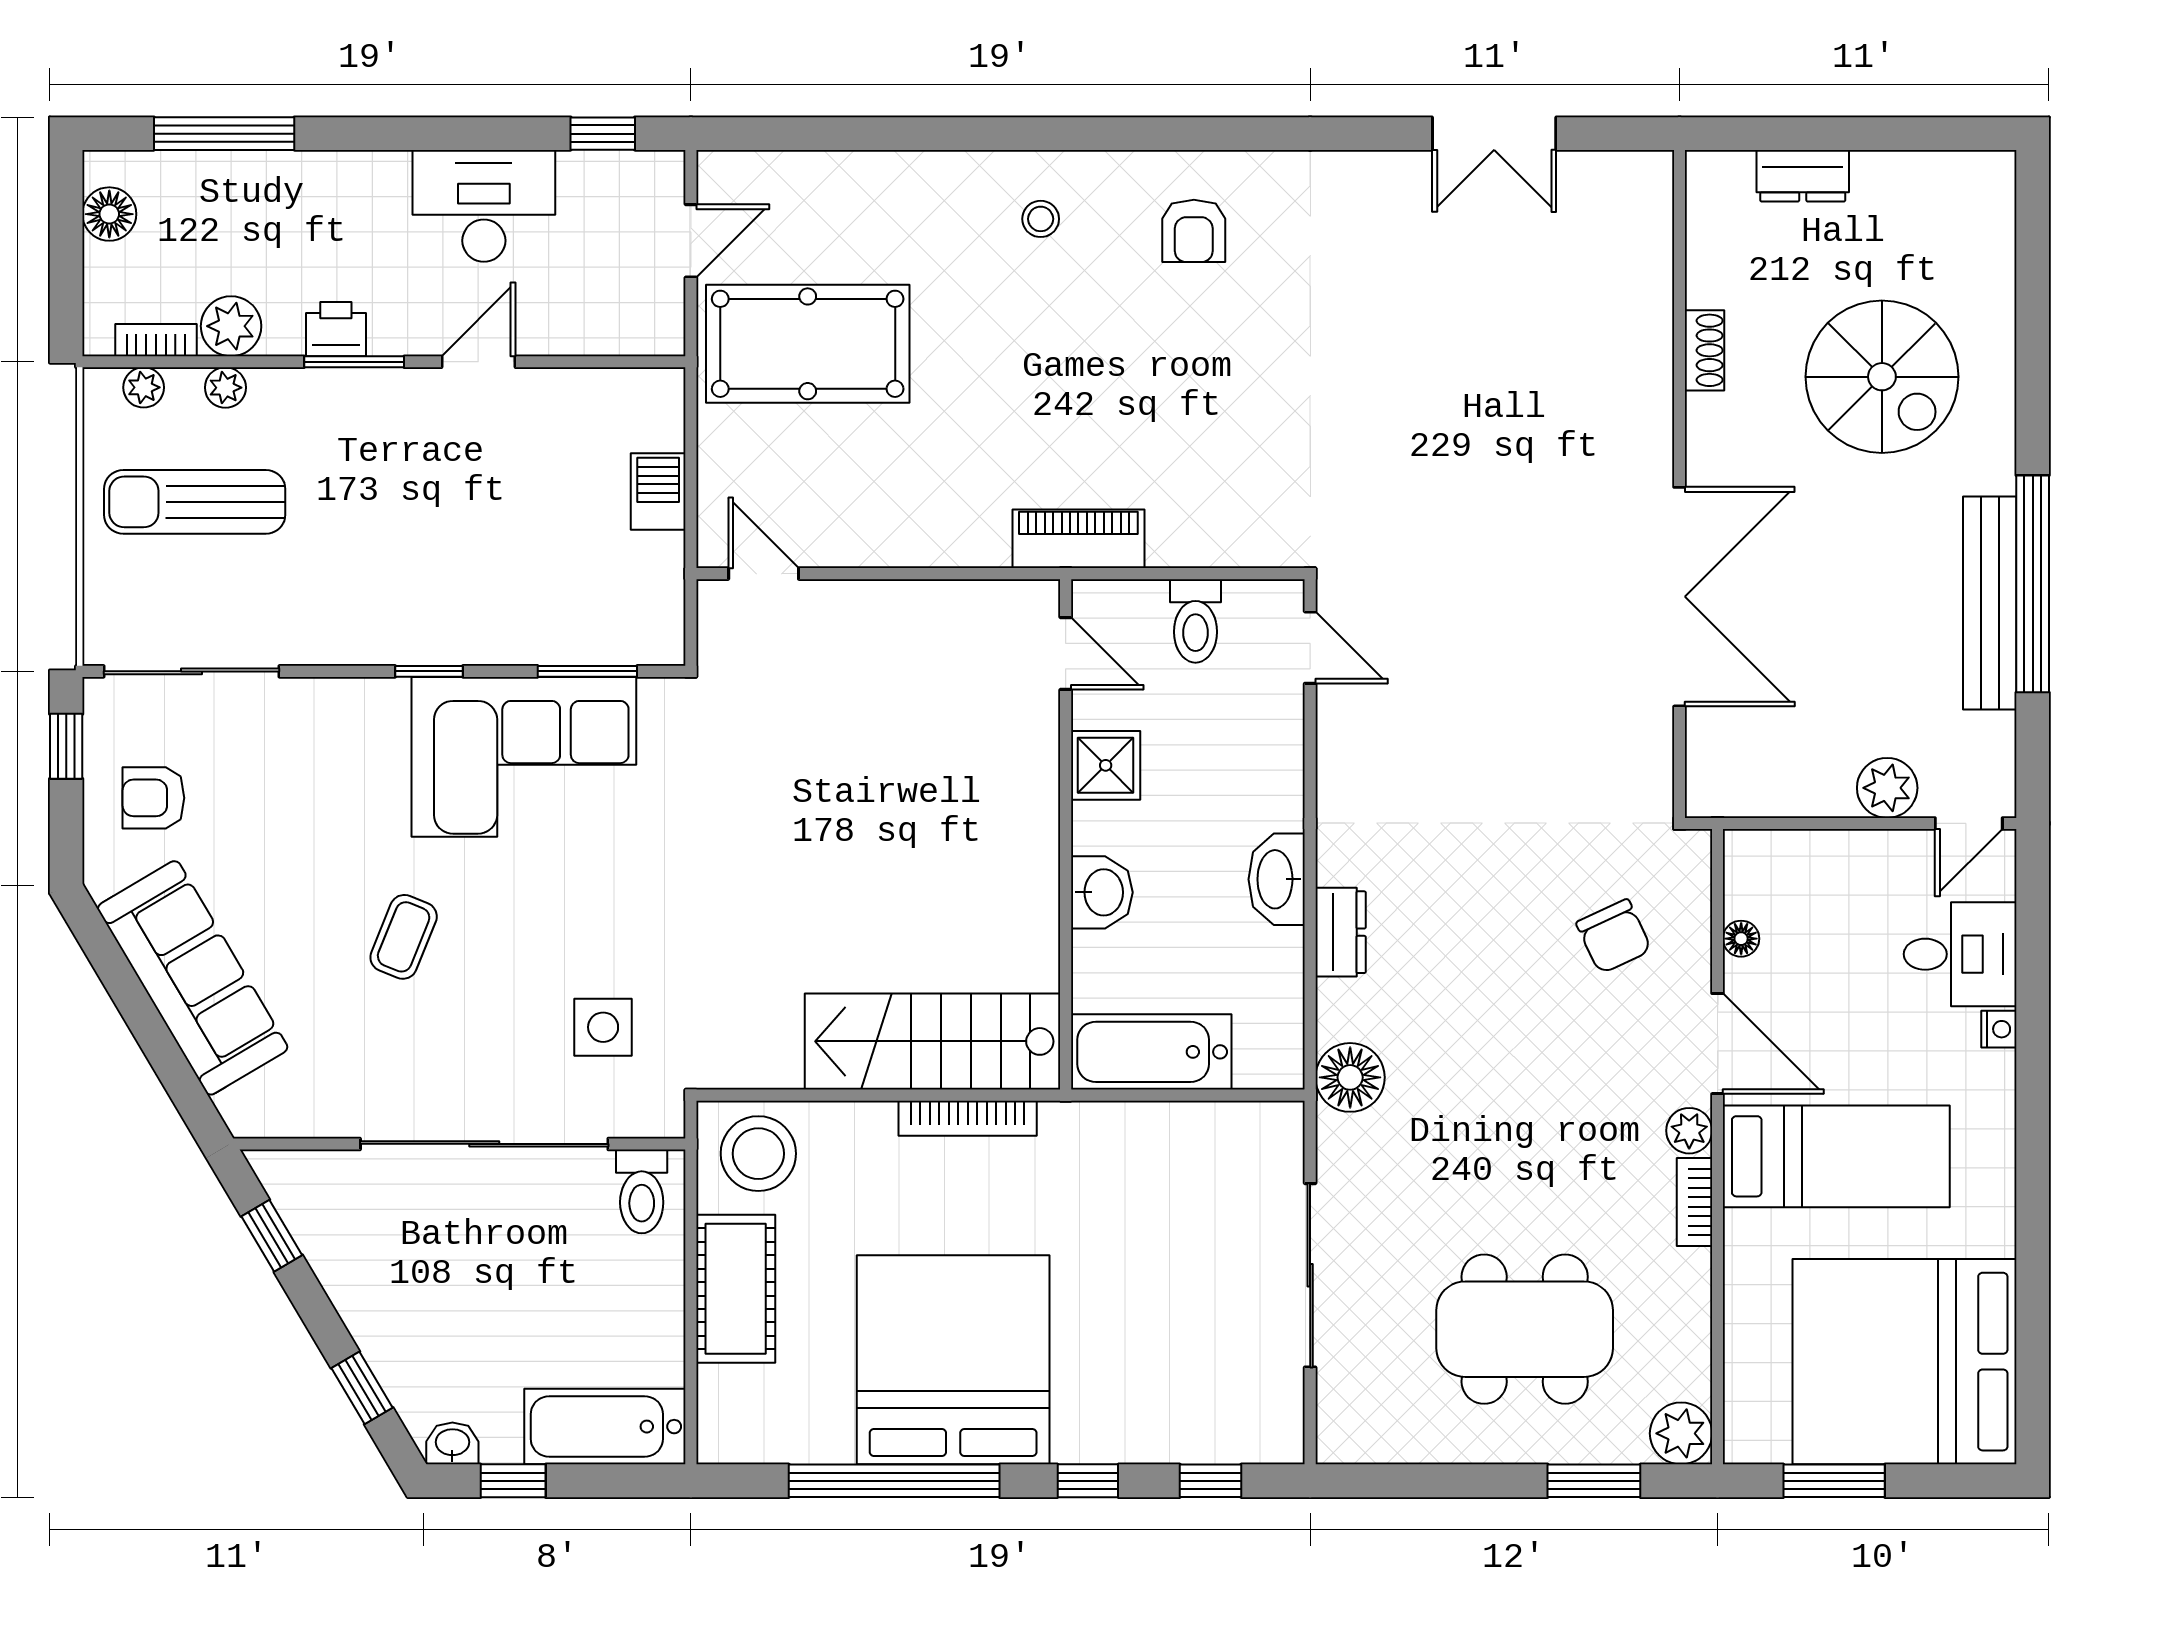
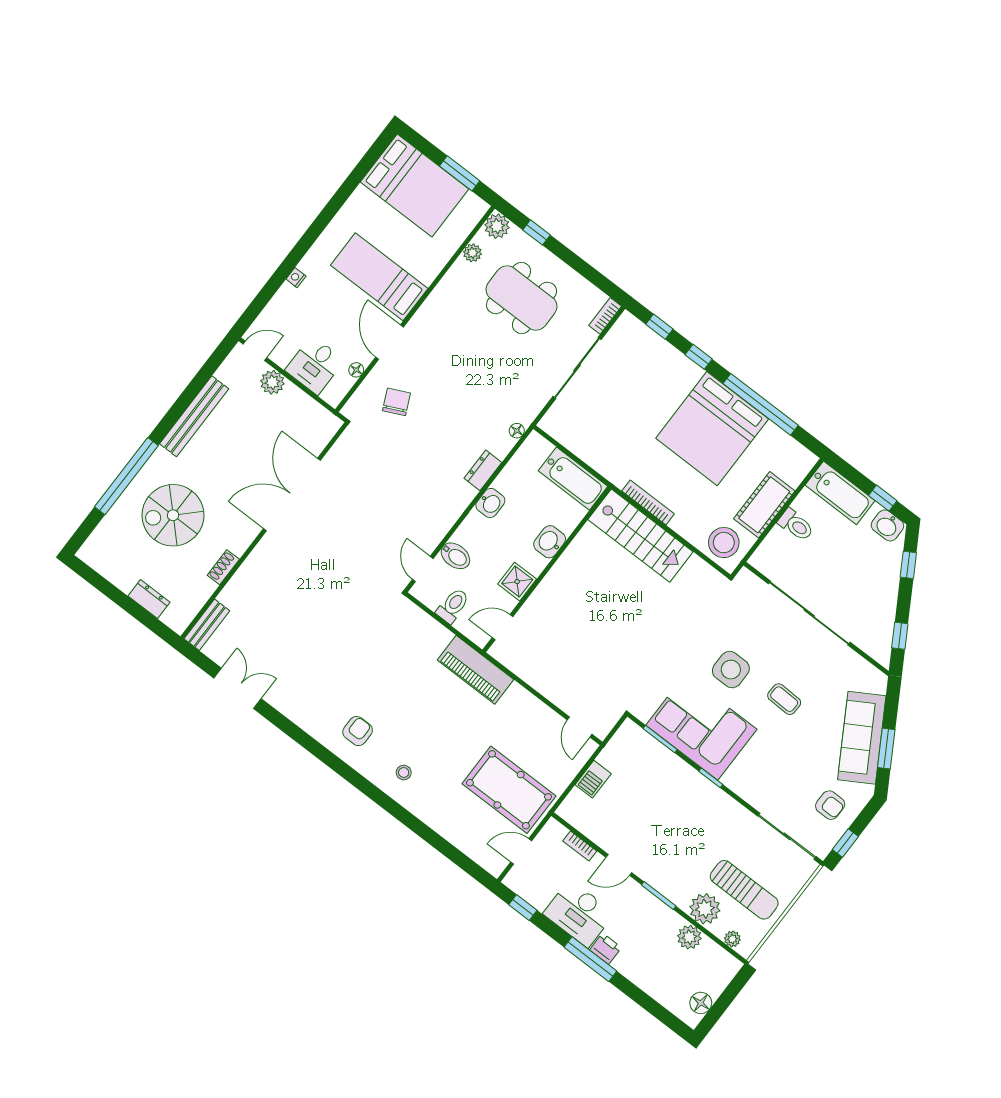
window: (224, 134) -> (590, 959), moved
bench: (1650, 212) -> (207, 625), added
printer: (336, 329) -> (606, 949), moved, turned 180
bookcase: (156, 340) -> (580, 846), moved
spiral stairs: (1882, 377) -> (173, 515), turned -90
plant: (225, 388) -> (705, 909), width x1.88, depth x1.88
piano: (1078, 539) -> (475, 670), width x1.37, depth x1.33
window: (2033, 584) -> (126, 476), moved
door: (1066, 653) -> (502, 627), hinge flipped
bidet: (1266, 723) -> (455, 556), added
washbasin: (1277, 879) -> (490, 503), width x0.72
coffee table: (404, 937) -> (784, 699), turned 70
desk: (1960, 954) -> (315, 365), moved, turned -90
window: (128, 994) -> (886, 749), added
side table: (603, 1027) -> (731, 670), moved, width x1.37, depth x1.37
floor lamp: (1350, 1077) -> (517, 431), width x0.53, depth x0.53
plant: (1689, 1131) -> (472, 253), moved
toilet: (642, 1191) -> (796, 525), moved, turned 90
bookcase: (1694, 1202) -> (605, 316), moved, turned 180
bed: (1905, 1362) -> (415, 185), width x0.73
washbasin: (452, 1443) -> (887, 525), width x1.38, depth x1.45
window: (1594, 1481) -> (537, 232), width x0.67

